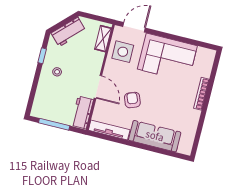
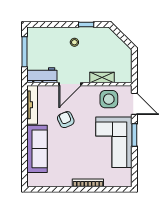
workbench: (69, 32) -> (115, 44), removed
window: (165, 35) -> (134, 135), added
shelving: (103, 39) -> (102, 78), moved
armchair: (132, 100) -> (66, 120), turned -93

